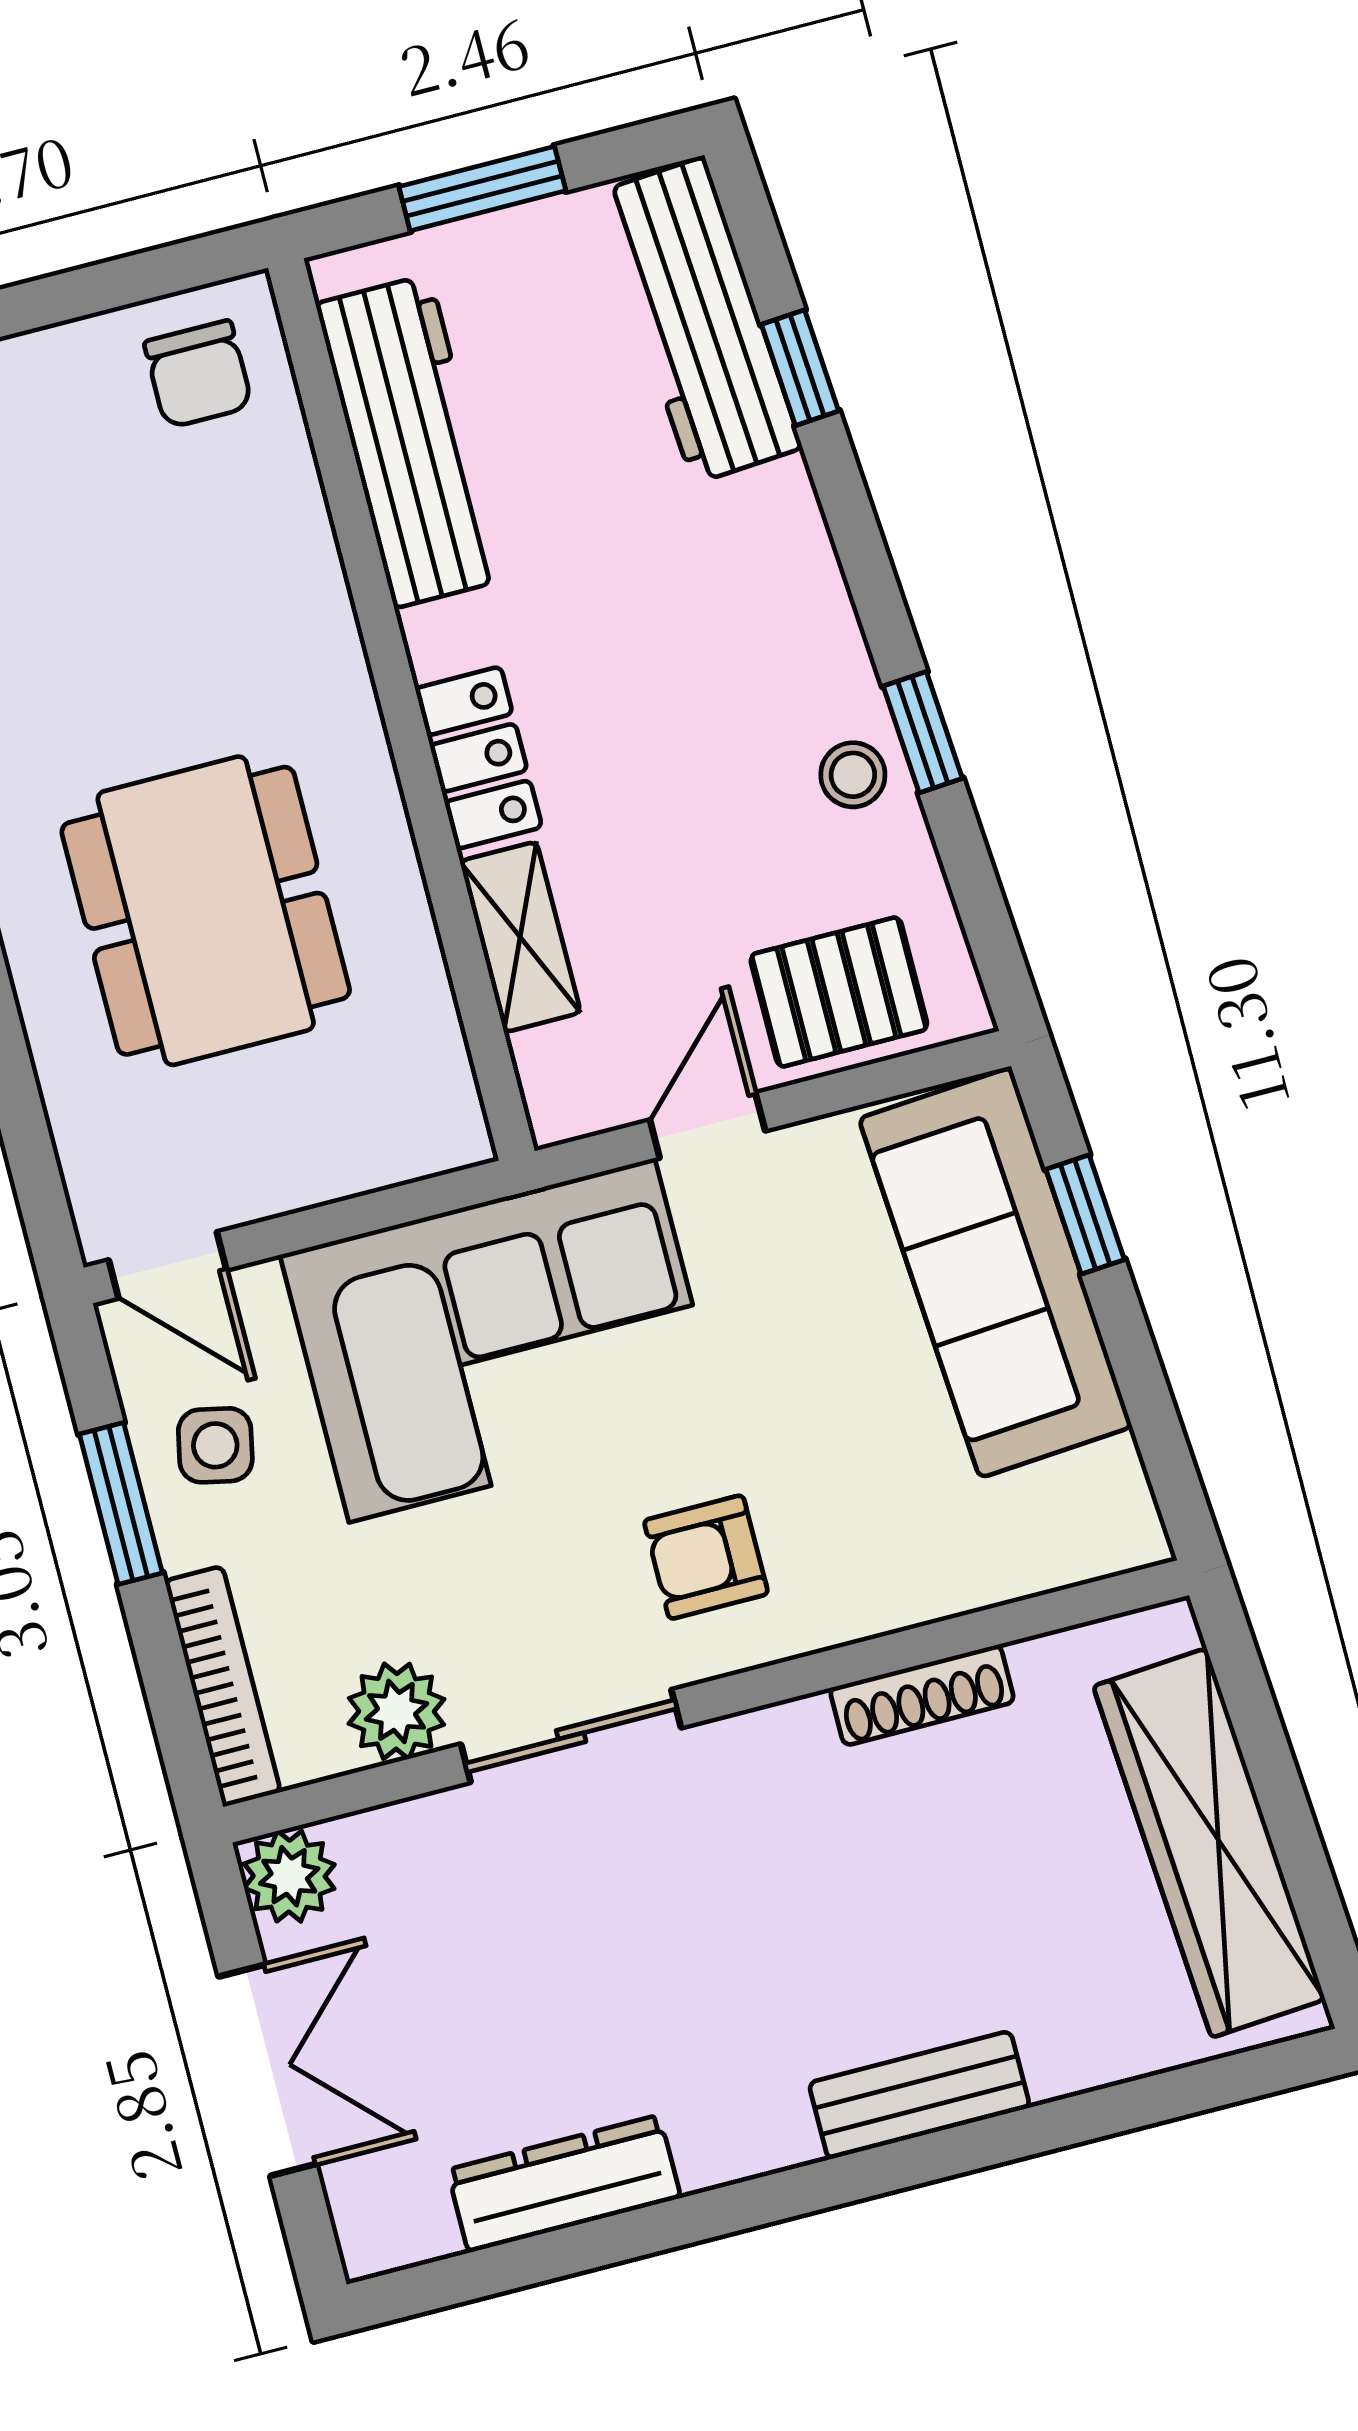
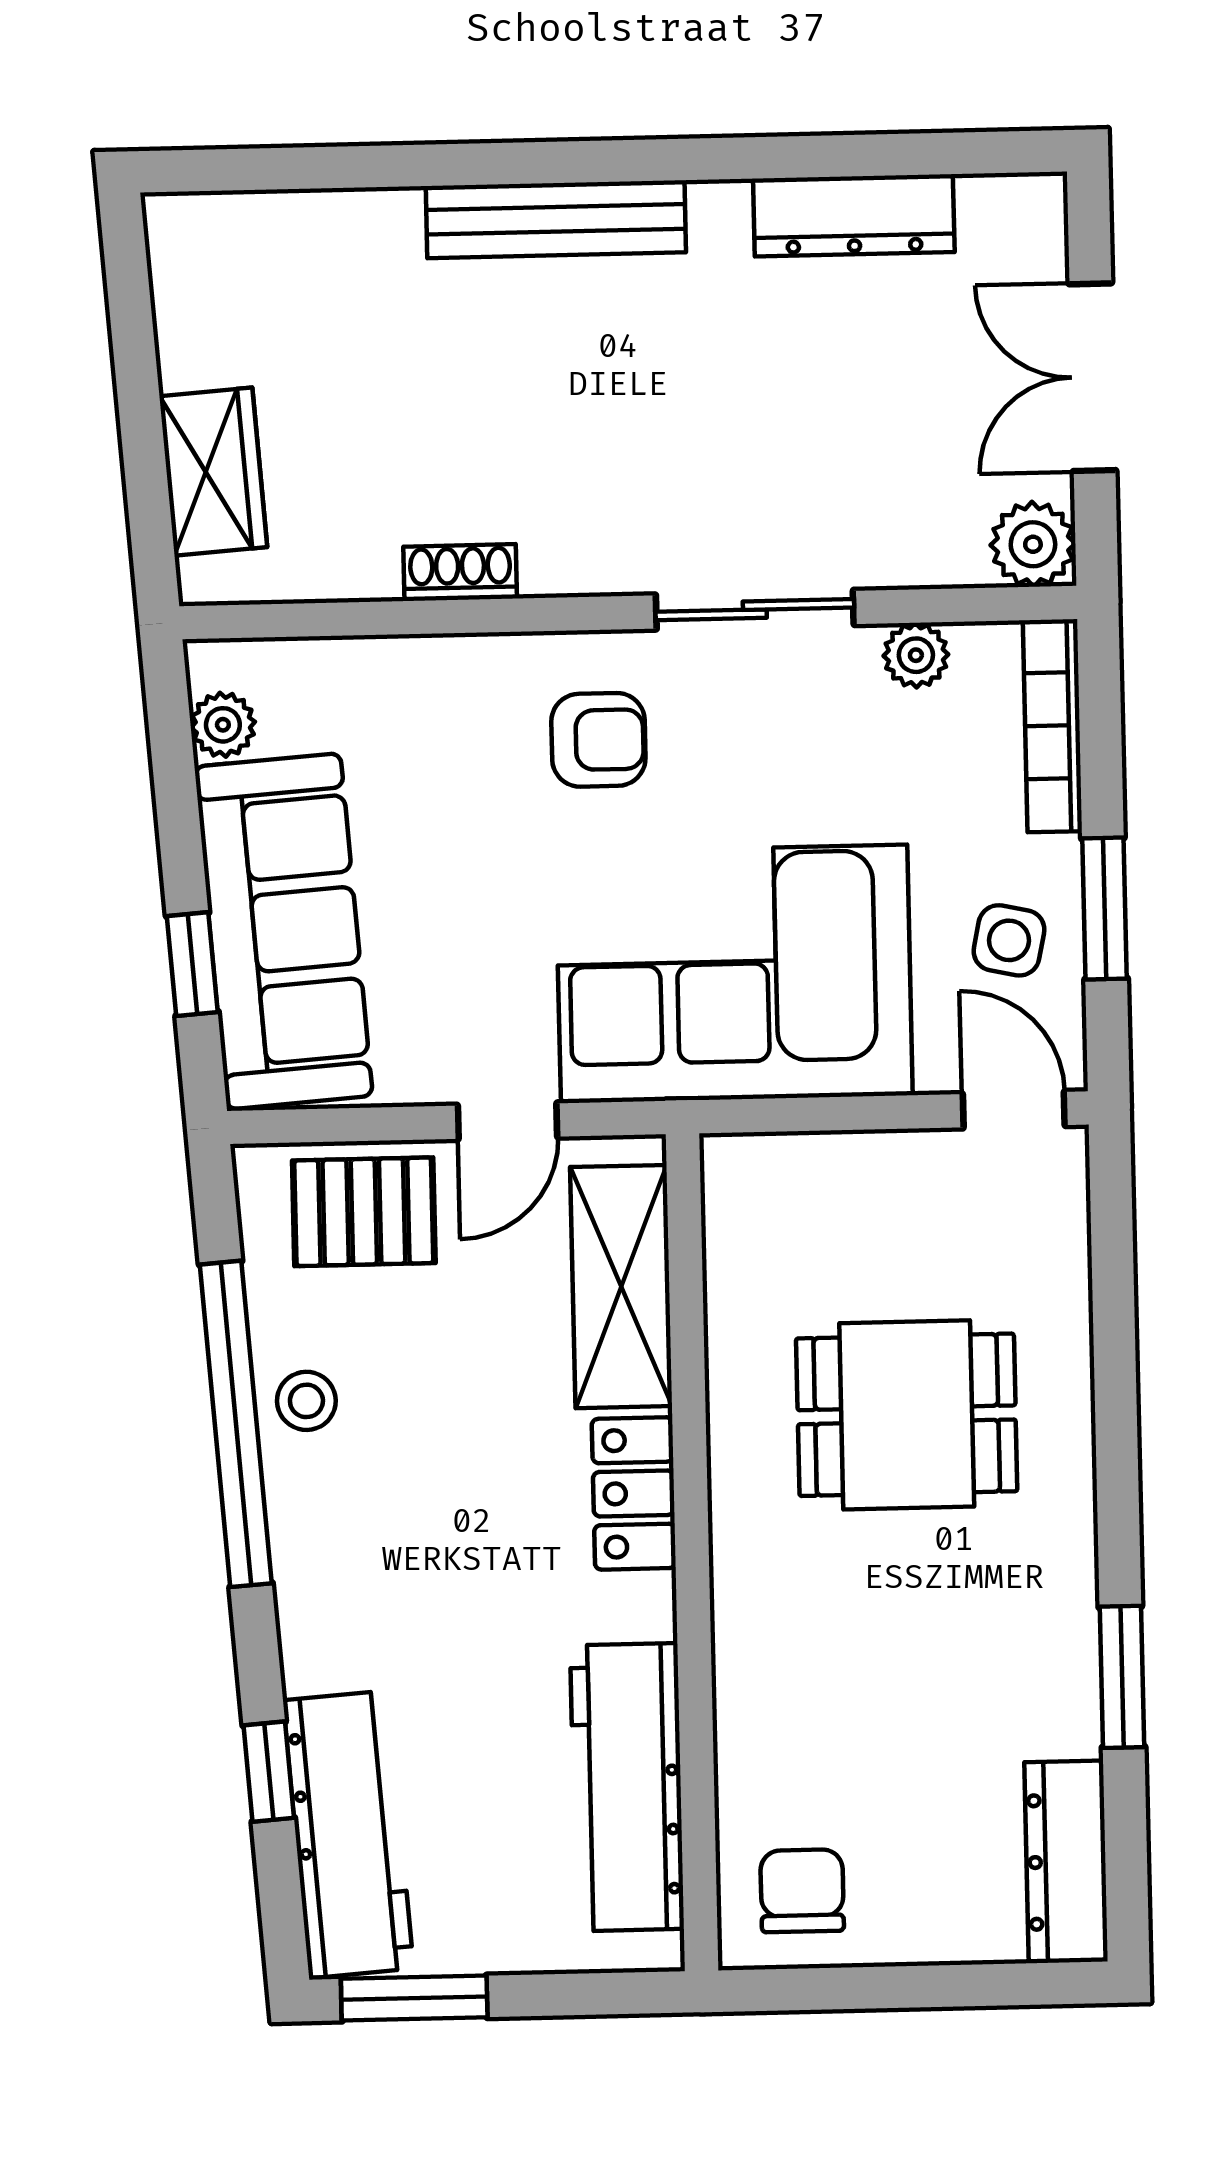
window: (482, 189) -> (414, 1998), moved
window: (923, 732) -> (236, 1424), width x3.17
dining table: (206, 911) -> (907, 1415), width x0.73
shelving: (520, 937) -> (621, 1287), width x1.50, depth x1.33
plant: (1112, 1479) -> (223, 725), added
shoe rack: (922, 1695) -> (460, 573), width x0.70
plant: (396, 1711) -> (916, 655), width x0.73, depth x0.73
wardrobe: (1209, 1843) -> (213, 472), width x0.48, depth x0.85
bench: (919, 2095) -> (556, 219), width x1.36

